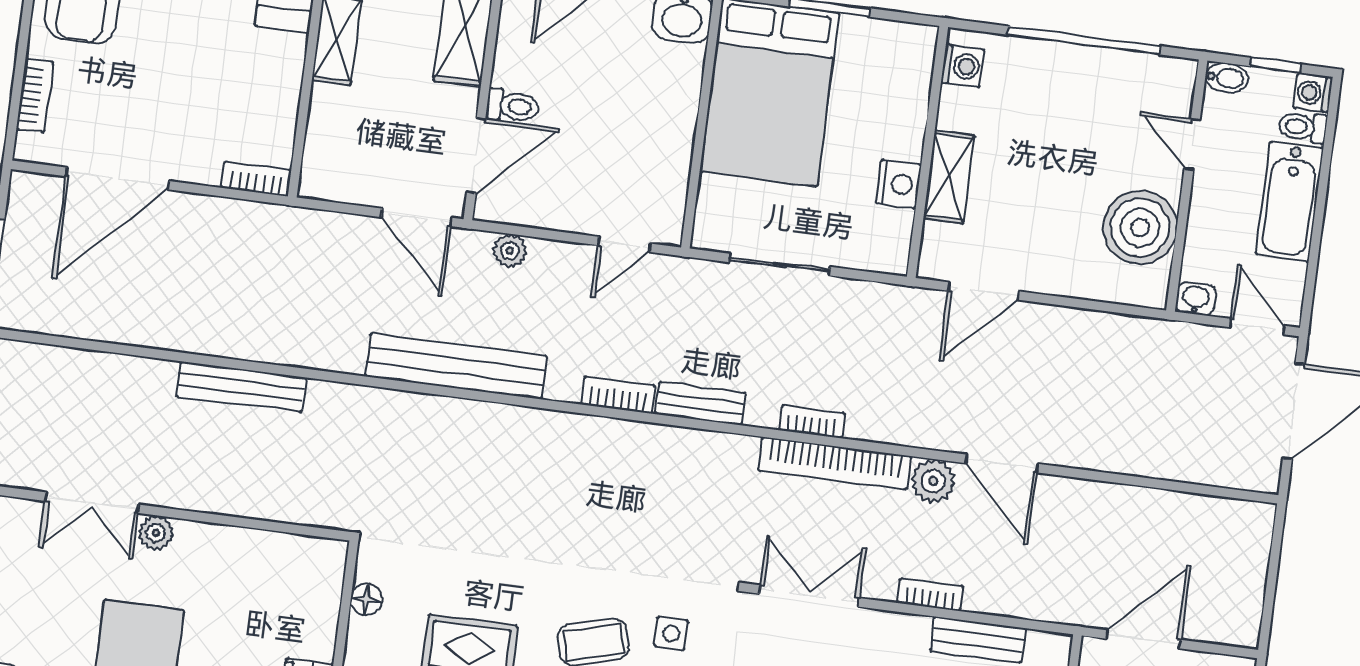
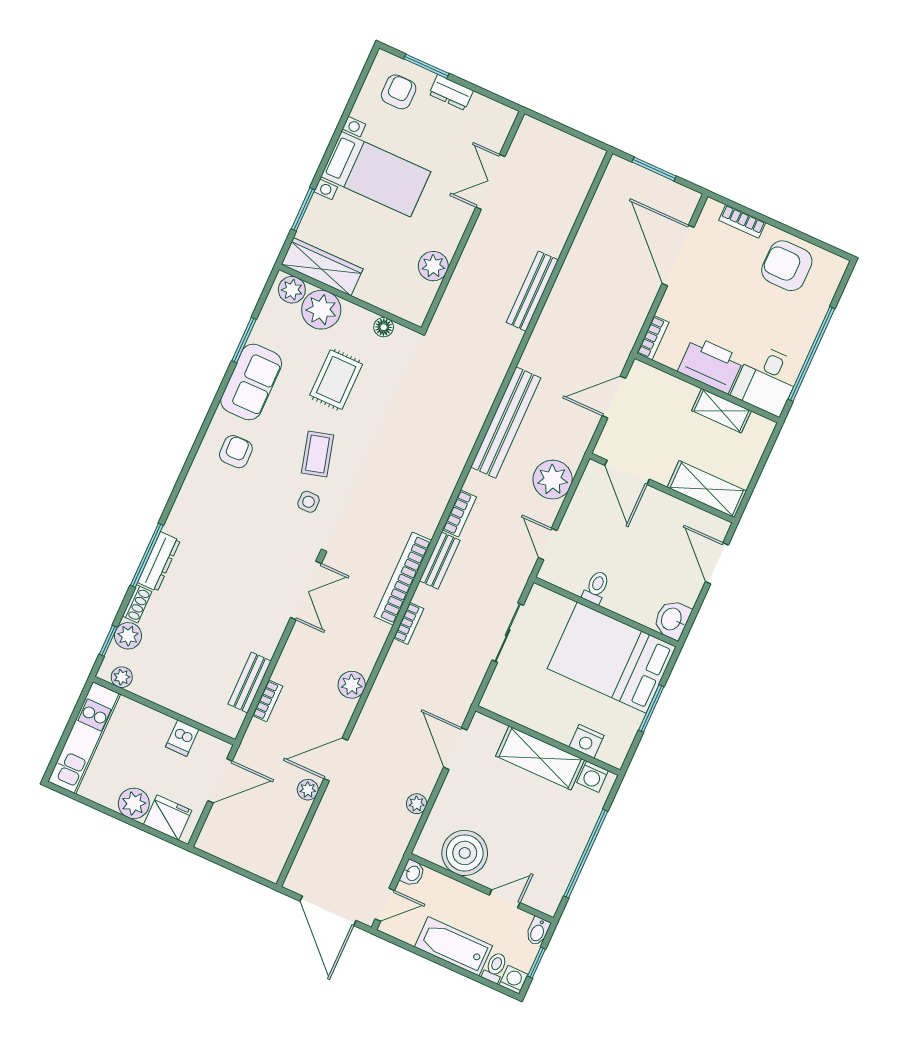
printer: (271, 77) -> (711, 365), added
toilet: (513, 106) -> (596, 587), moved, turned 180
shelving: (949, 177) -> (540, 758), width x1.50, depth x1.33
nightstand: (899, 184) -> (587, 741), moved
door: (417, 217) -> (614, 397), moved
plant: (510, 251) -> (553, 480), width x1.87, depth x1.87
plant: (1087, 325) -> (417, 804), added
bookcase: (835, 463) -> (403, 579), moved
door: (1002, 464) -> (336, 759), moved
plant: (1116, 500) -> (308, 790), added
plant: (156, 533) -> (433, 266), moved, width x1.38, depth x1.38
bookcase: (930, 595) -> (268, 701), moved
door: (1143, 639) -> (220, 781), hinge flipped

